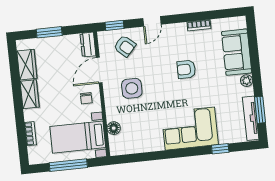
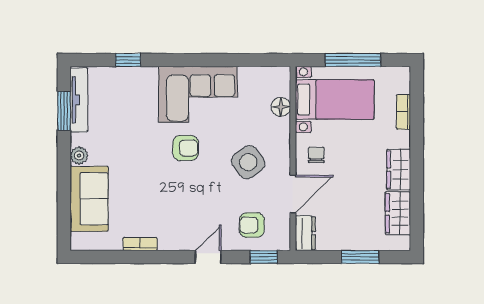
armchair: (125, 46) -> (252, 225), turned -42
armchair: (186, 69) -> (186, 148), moved
side table: (132, 88) -> (248, 162), turned -37
corner sofa: (190, 129) -> (198, 94), moved

